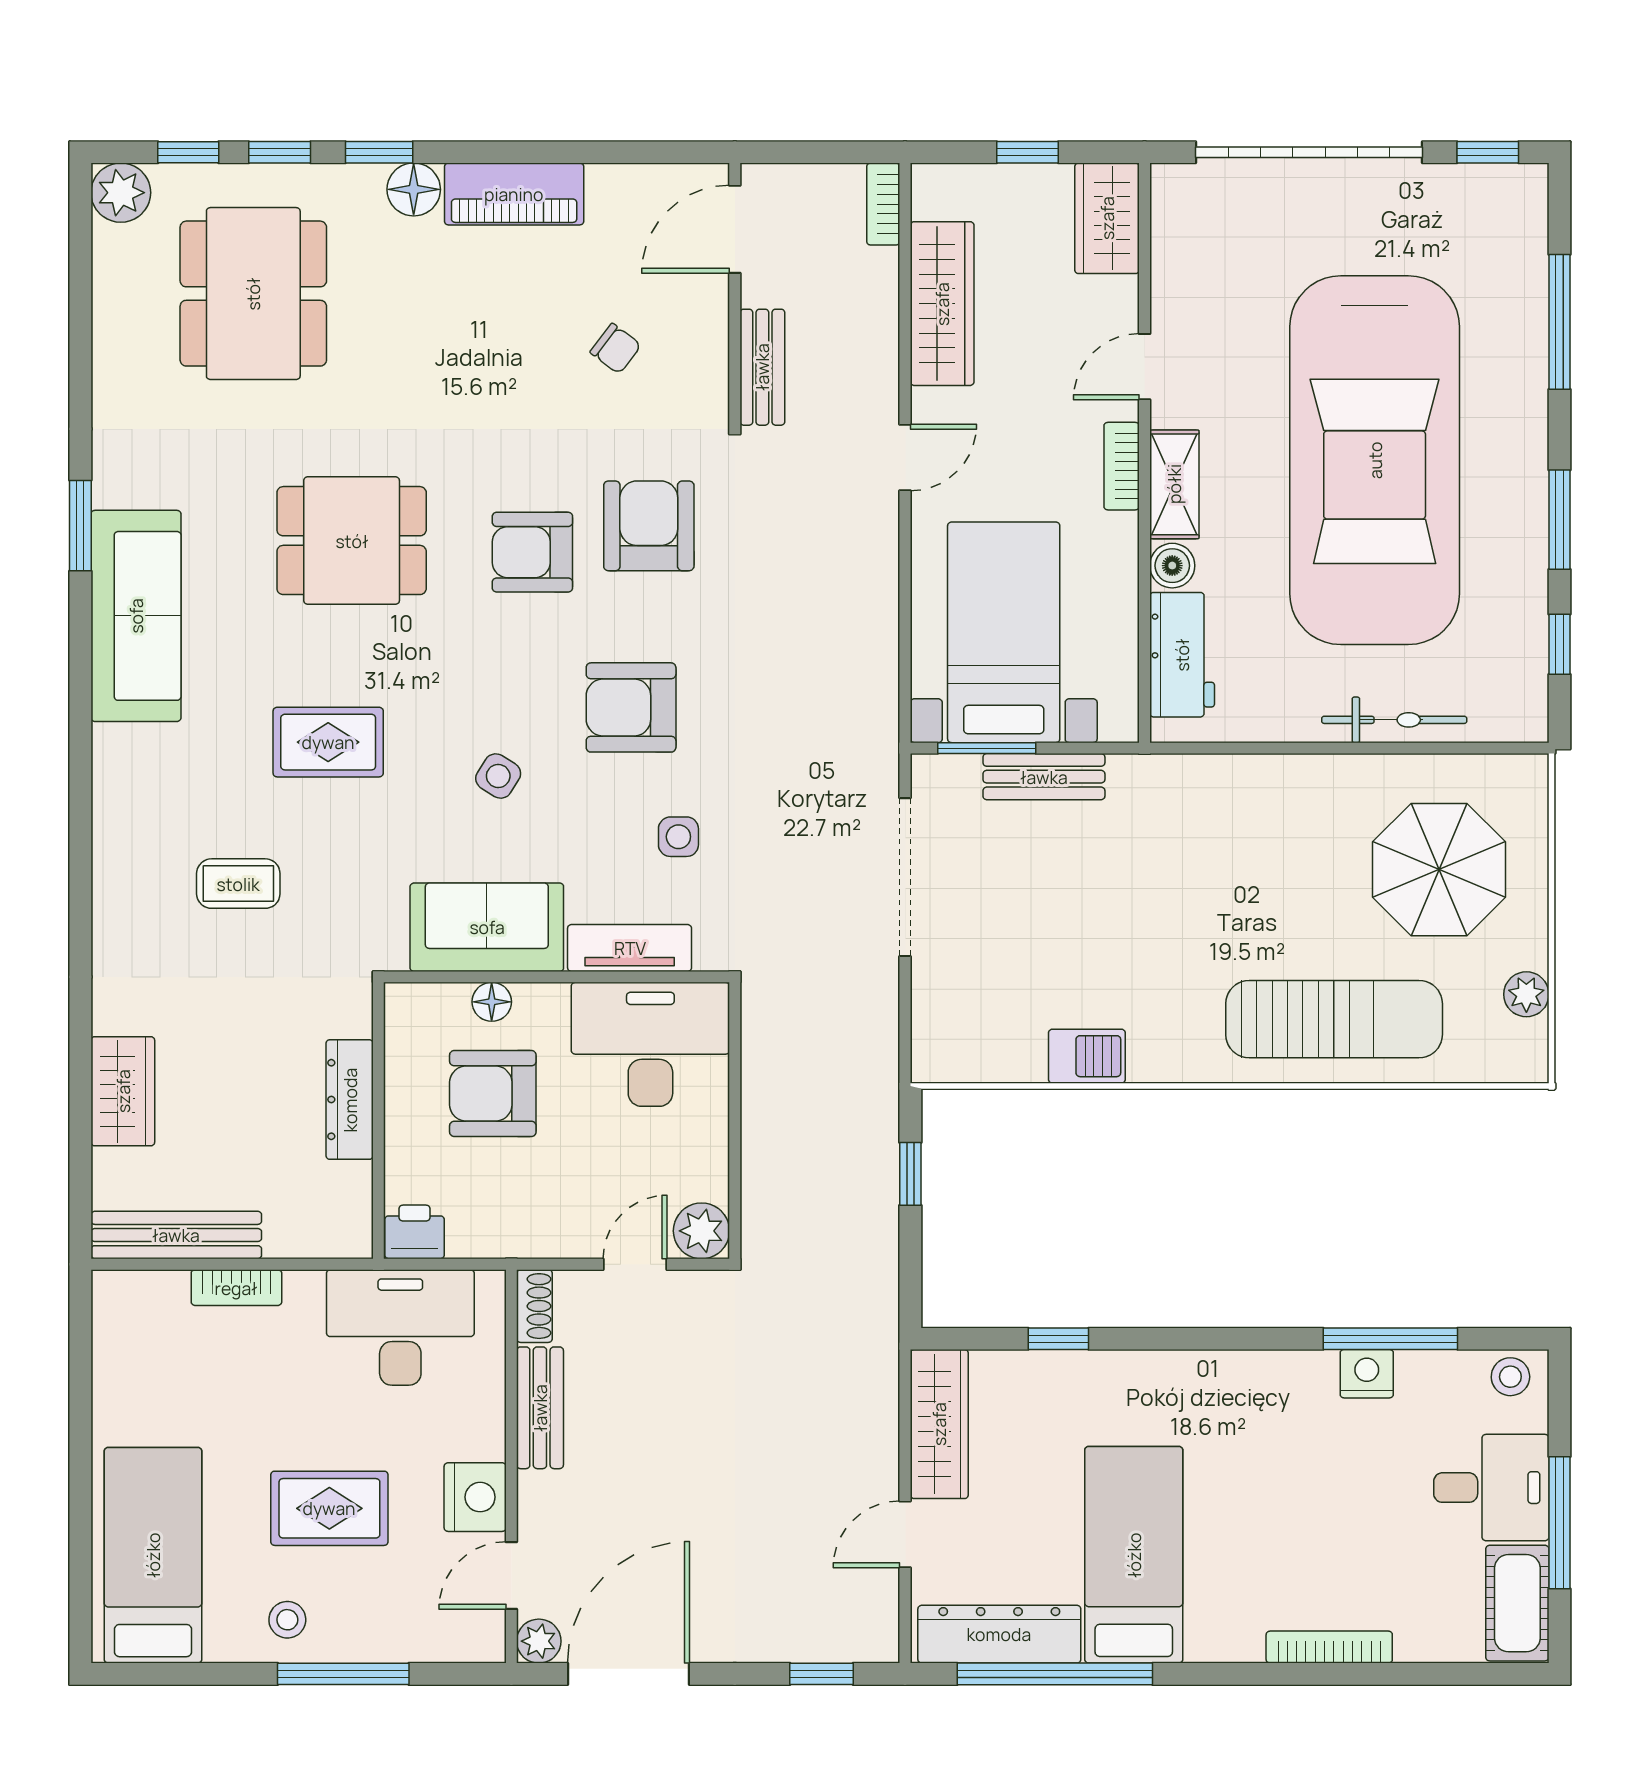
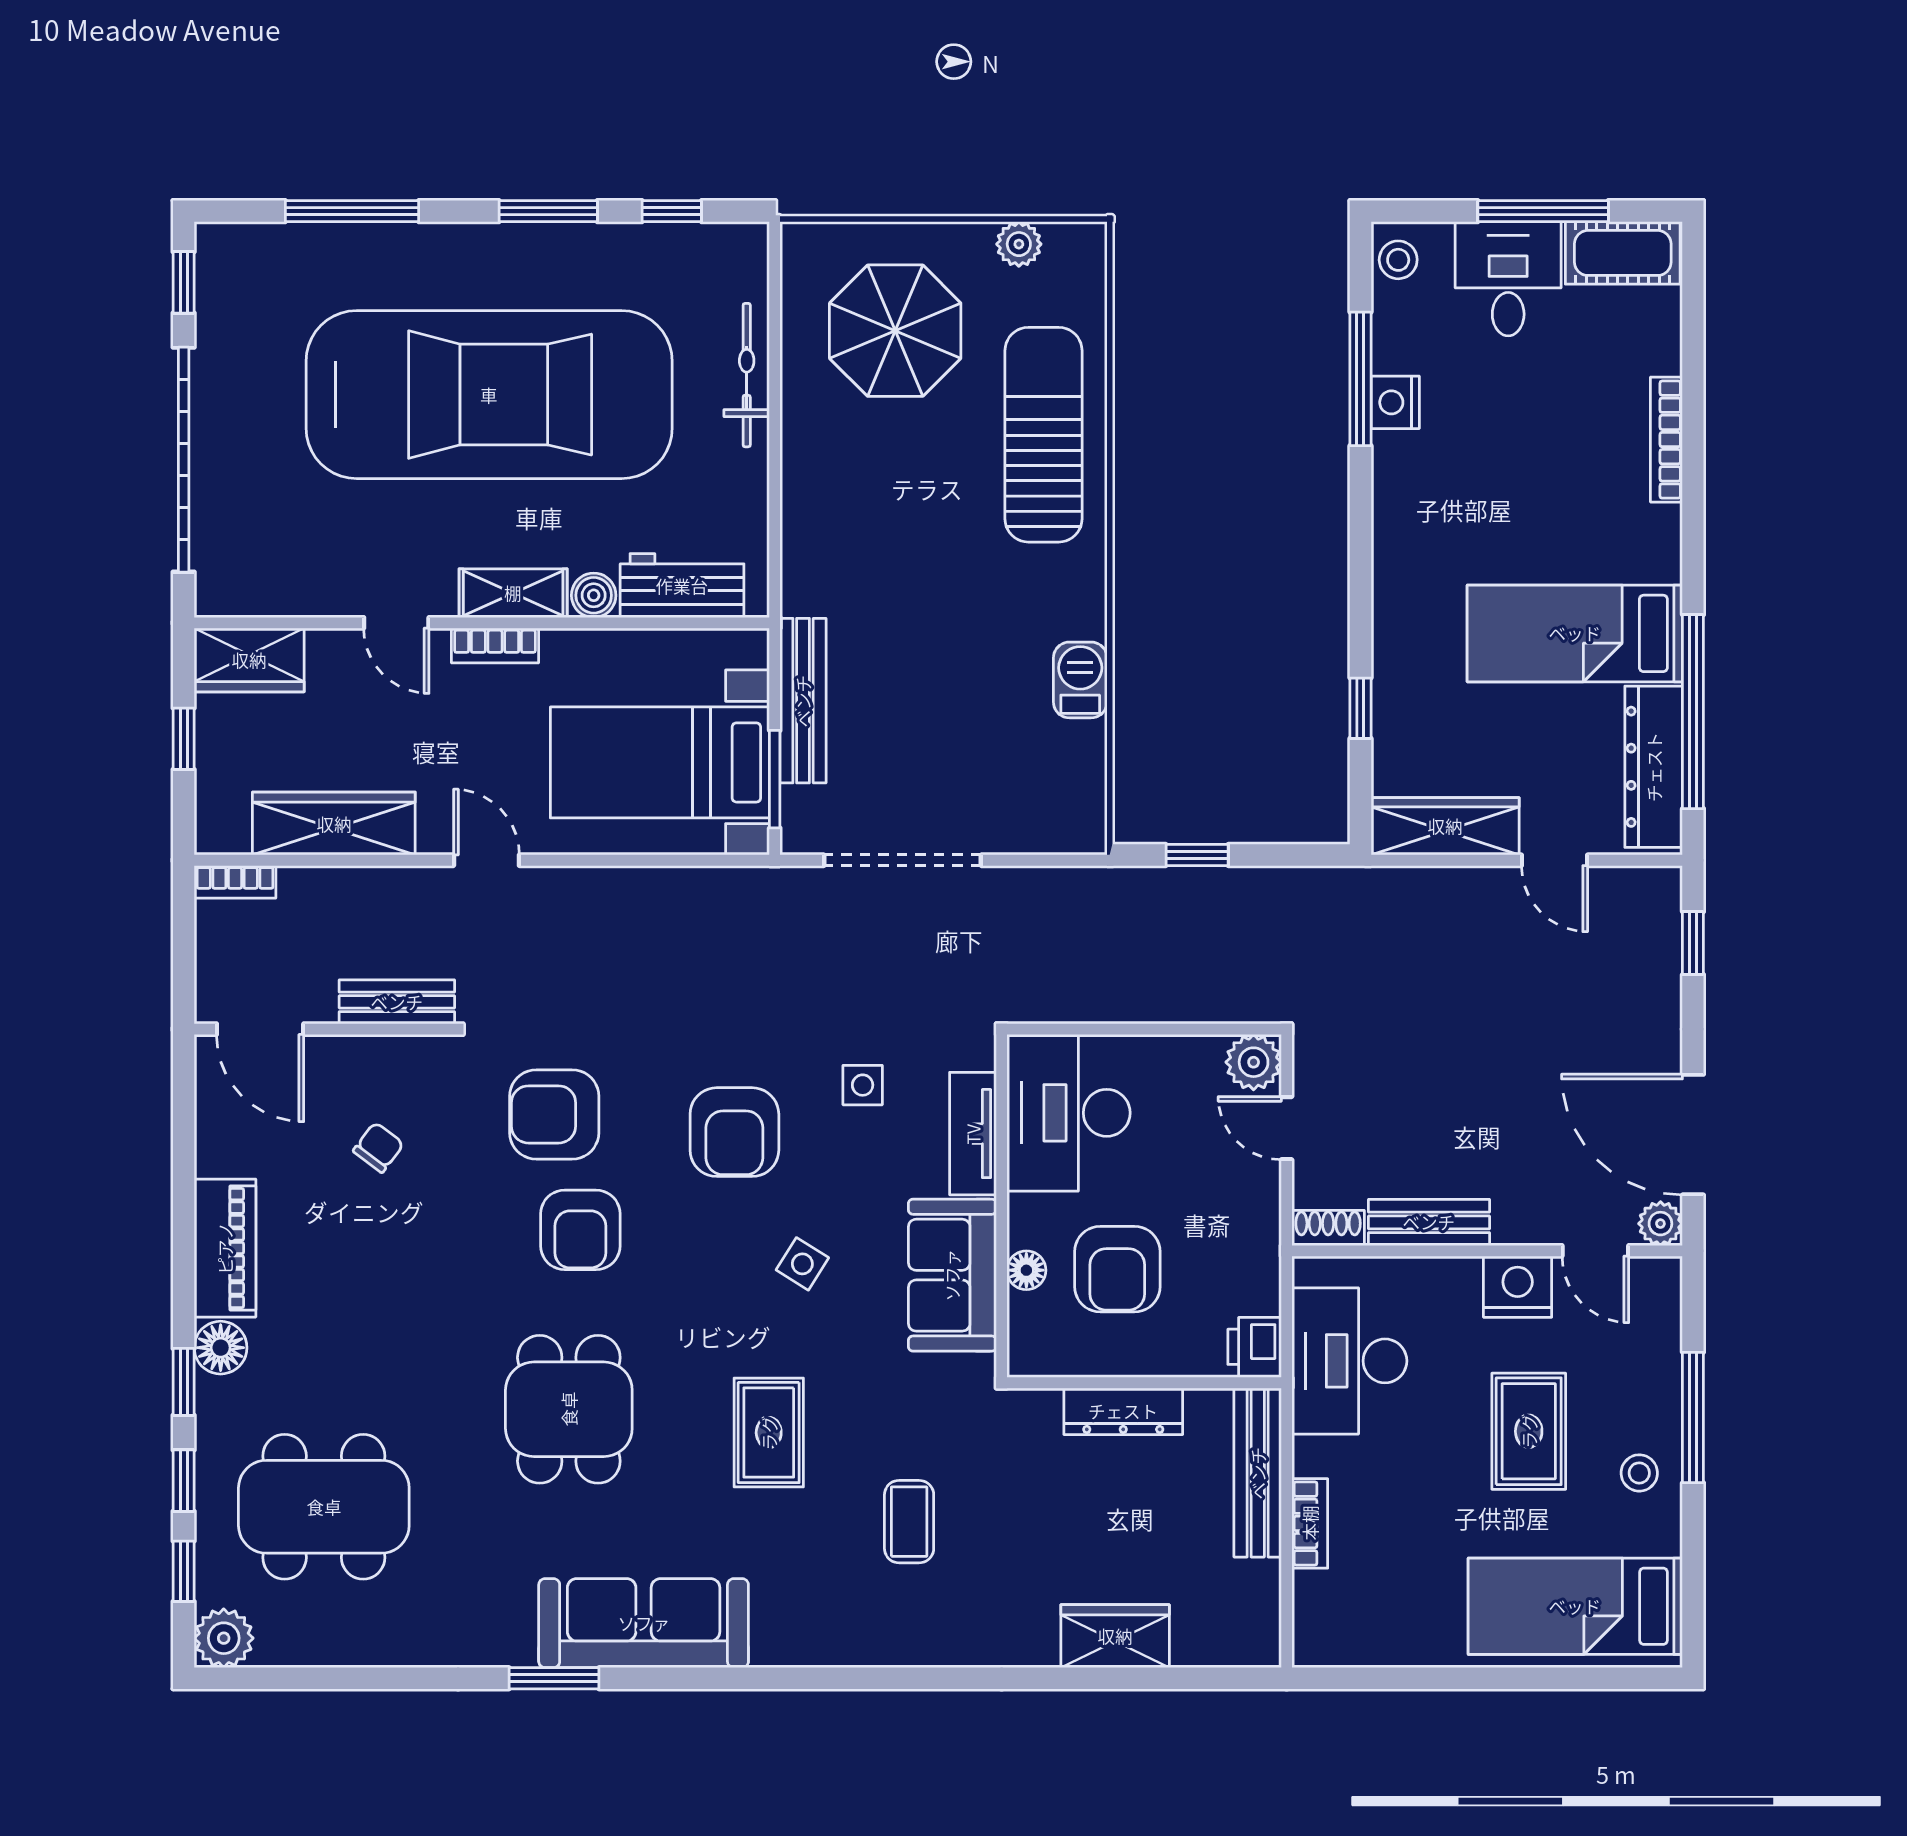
bench: (1044, 777) -> (803, 701), width x1.36
bench: (176, 1235) -> (1258, 1473), moved

